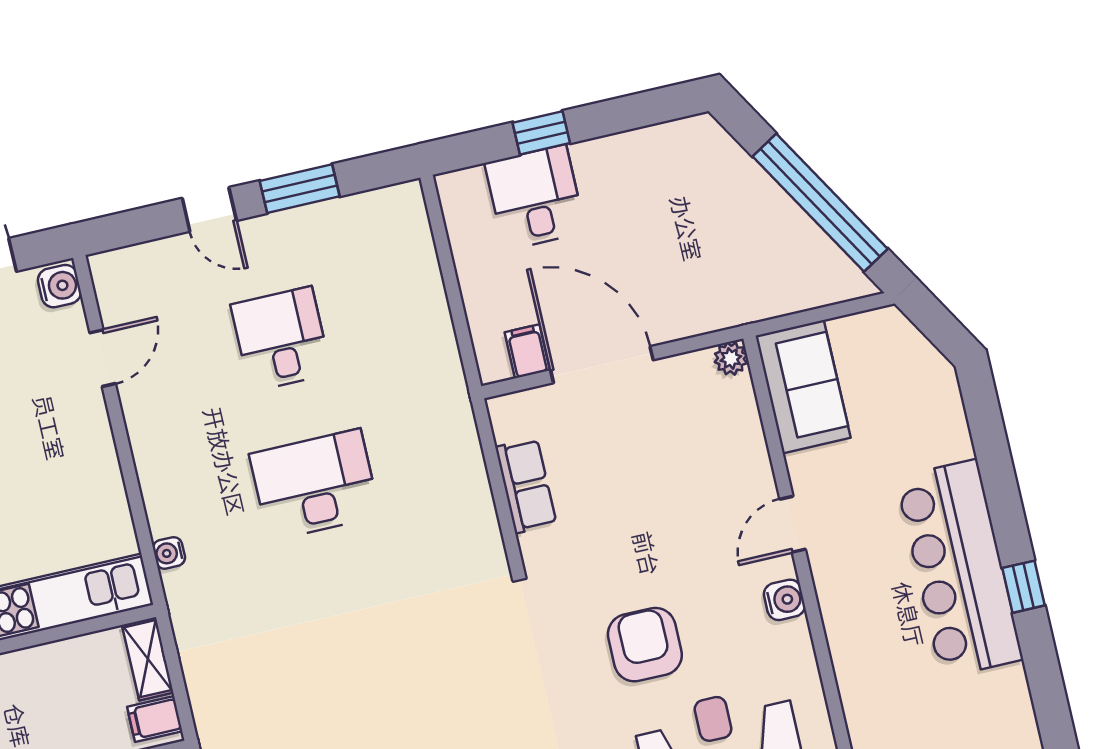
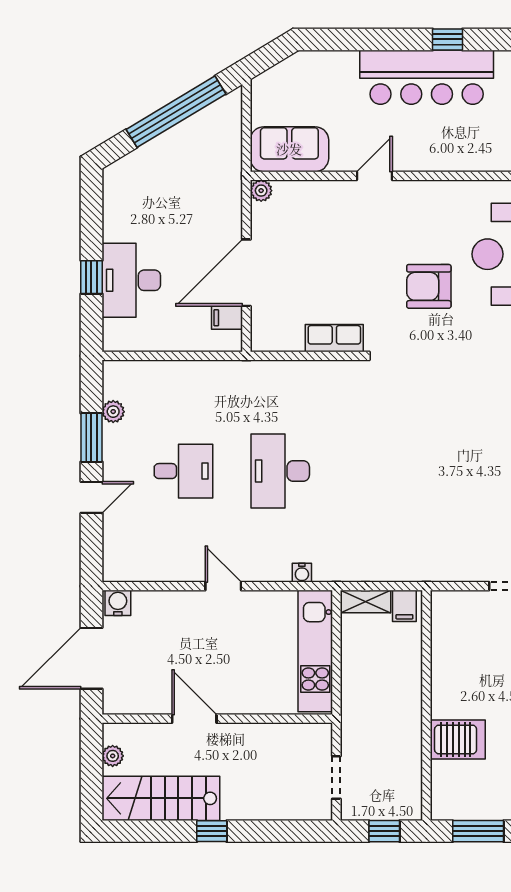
desk: (535, 197) -> (131, 280), width x1.37
plant: (346, 212) -> (113, 412), added
desk: (281, 339) -> (183, 471), turned 180
door: (103, 358) -> (223, 586), moved
row of seats: (526, 486) -> (334, 338), moved
door: (793, 524) -> (374, 176), swing flipped
water cooler: (784, 600) -> (421, 192), removed

